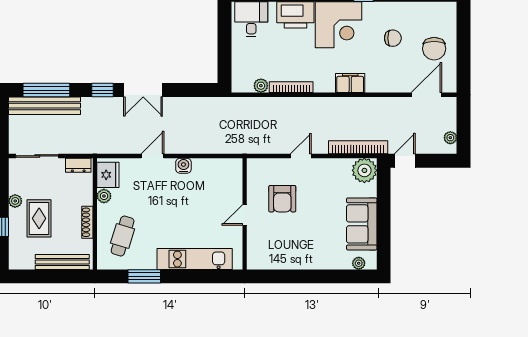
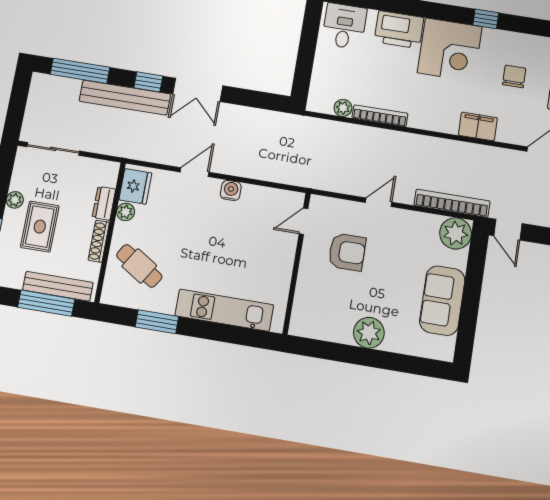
chair: (393, 38) -> (514, 76), turned -90
filing cabinet: (350, 83) -> (478, 126), moved
bench: (44, 106) -> (125, 98), moved
door: (405, 161) -> (508, 230), swing flipped
dresser: (78, 165) -> (104, 203), moved, turned 90
armchair: (282, 199) -> (347, 252), turned -90
door: (245, 215) -> (304, 221), moved
cafe table: (123, 236) -> (139, 266), turned -75
plant: (359, 263) -> (369, 333), moved, width x1.88, depth x1.88
window: (56, 276) -> (46, 303), added

